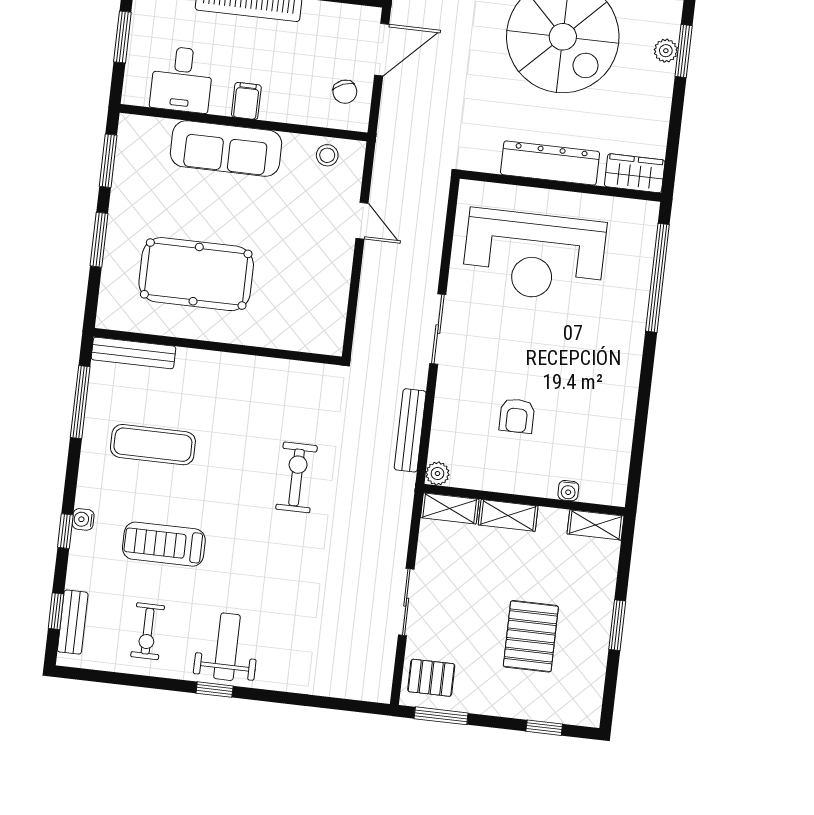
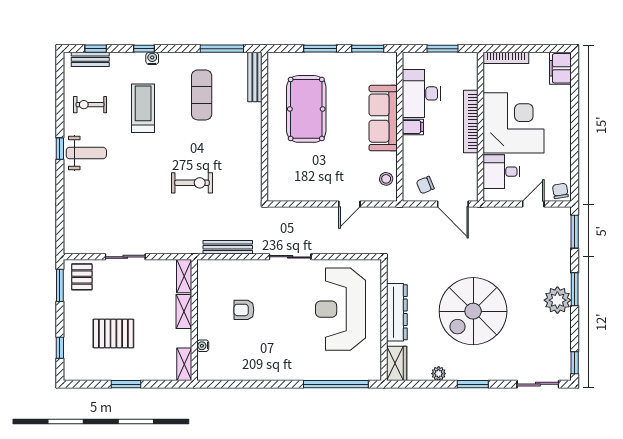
plant: (666, 51) -> (439, 374), moved
desk: (182, 79) -> (421, 93), width x1.37
plant: (437, 474) -> (204, 267), removed

